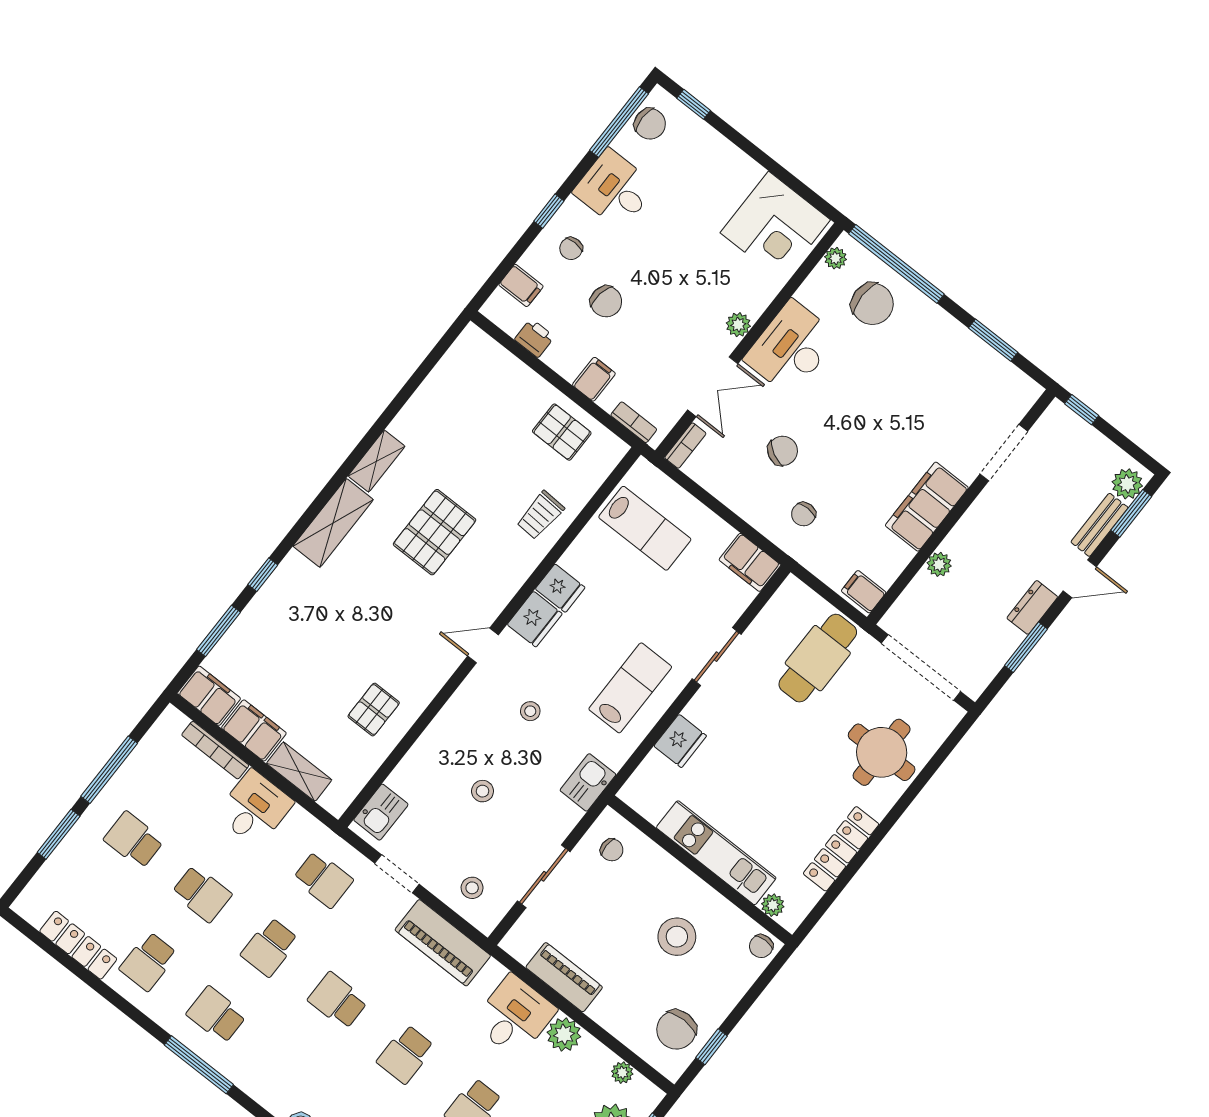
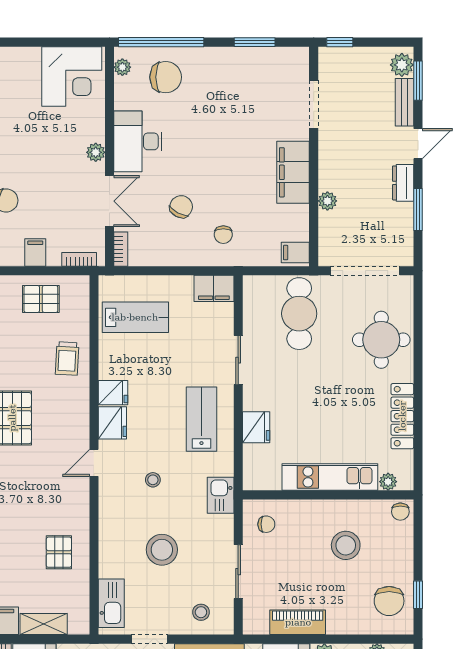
stool: (483, 791) -> (162, 550), width x1.89, depth x1.89
kitchen sink: (381, 812) -> (111, 603), width x1.38

